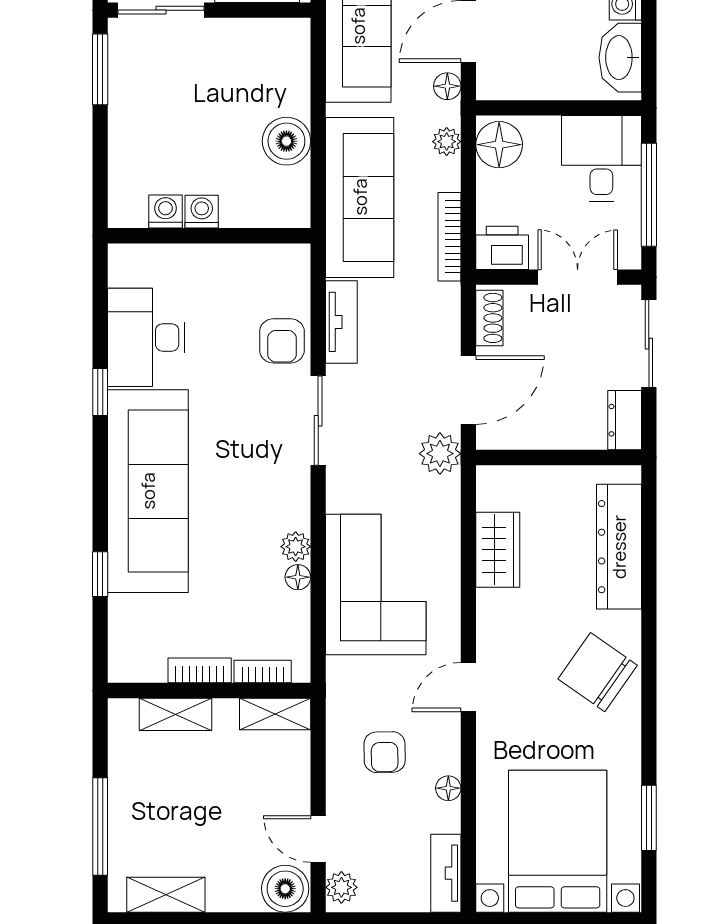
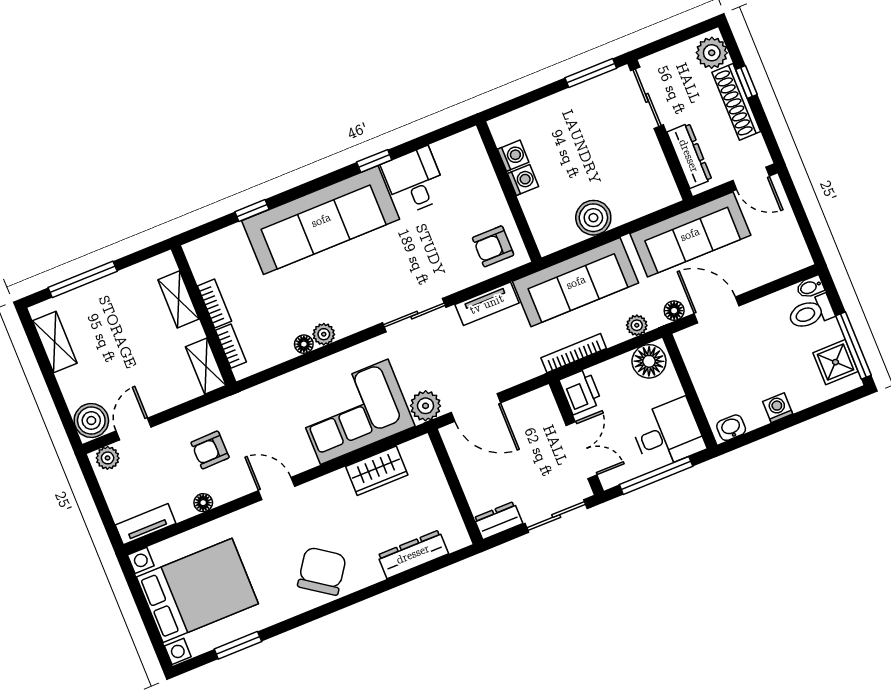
washbasin: (620, 58) -> (731, 428), width x0.52, depth x0.69
shoe rack: (489, 318) -> (530, 402), removed
desk: (146, 337) -> (414, 181), width x0.73
armchair: (282, 341) -> (493, 246), moved
dresser: (619, 547) -> (413, 554), width x0.73, depth x0.80
corner sofa: (376, 584) -> (354, 412), moved, turned 180

